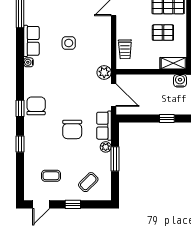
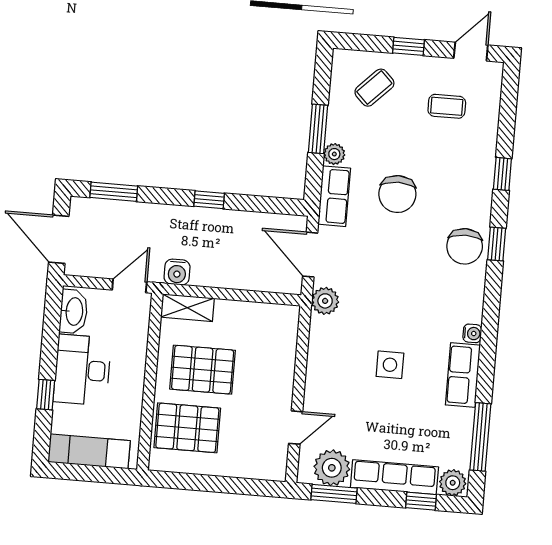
pallet: (163, 33) -> (203, 370), width x1.50, depth x1.42
trolley: (125, 49) -> (280, 343), removed
chair: (72, 129) -> (397, 194), turned 180

